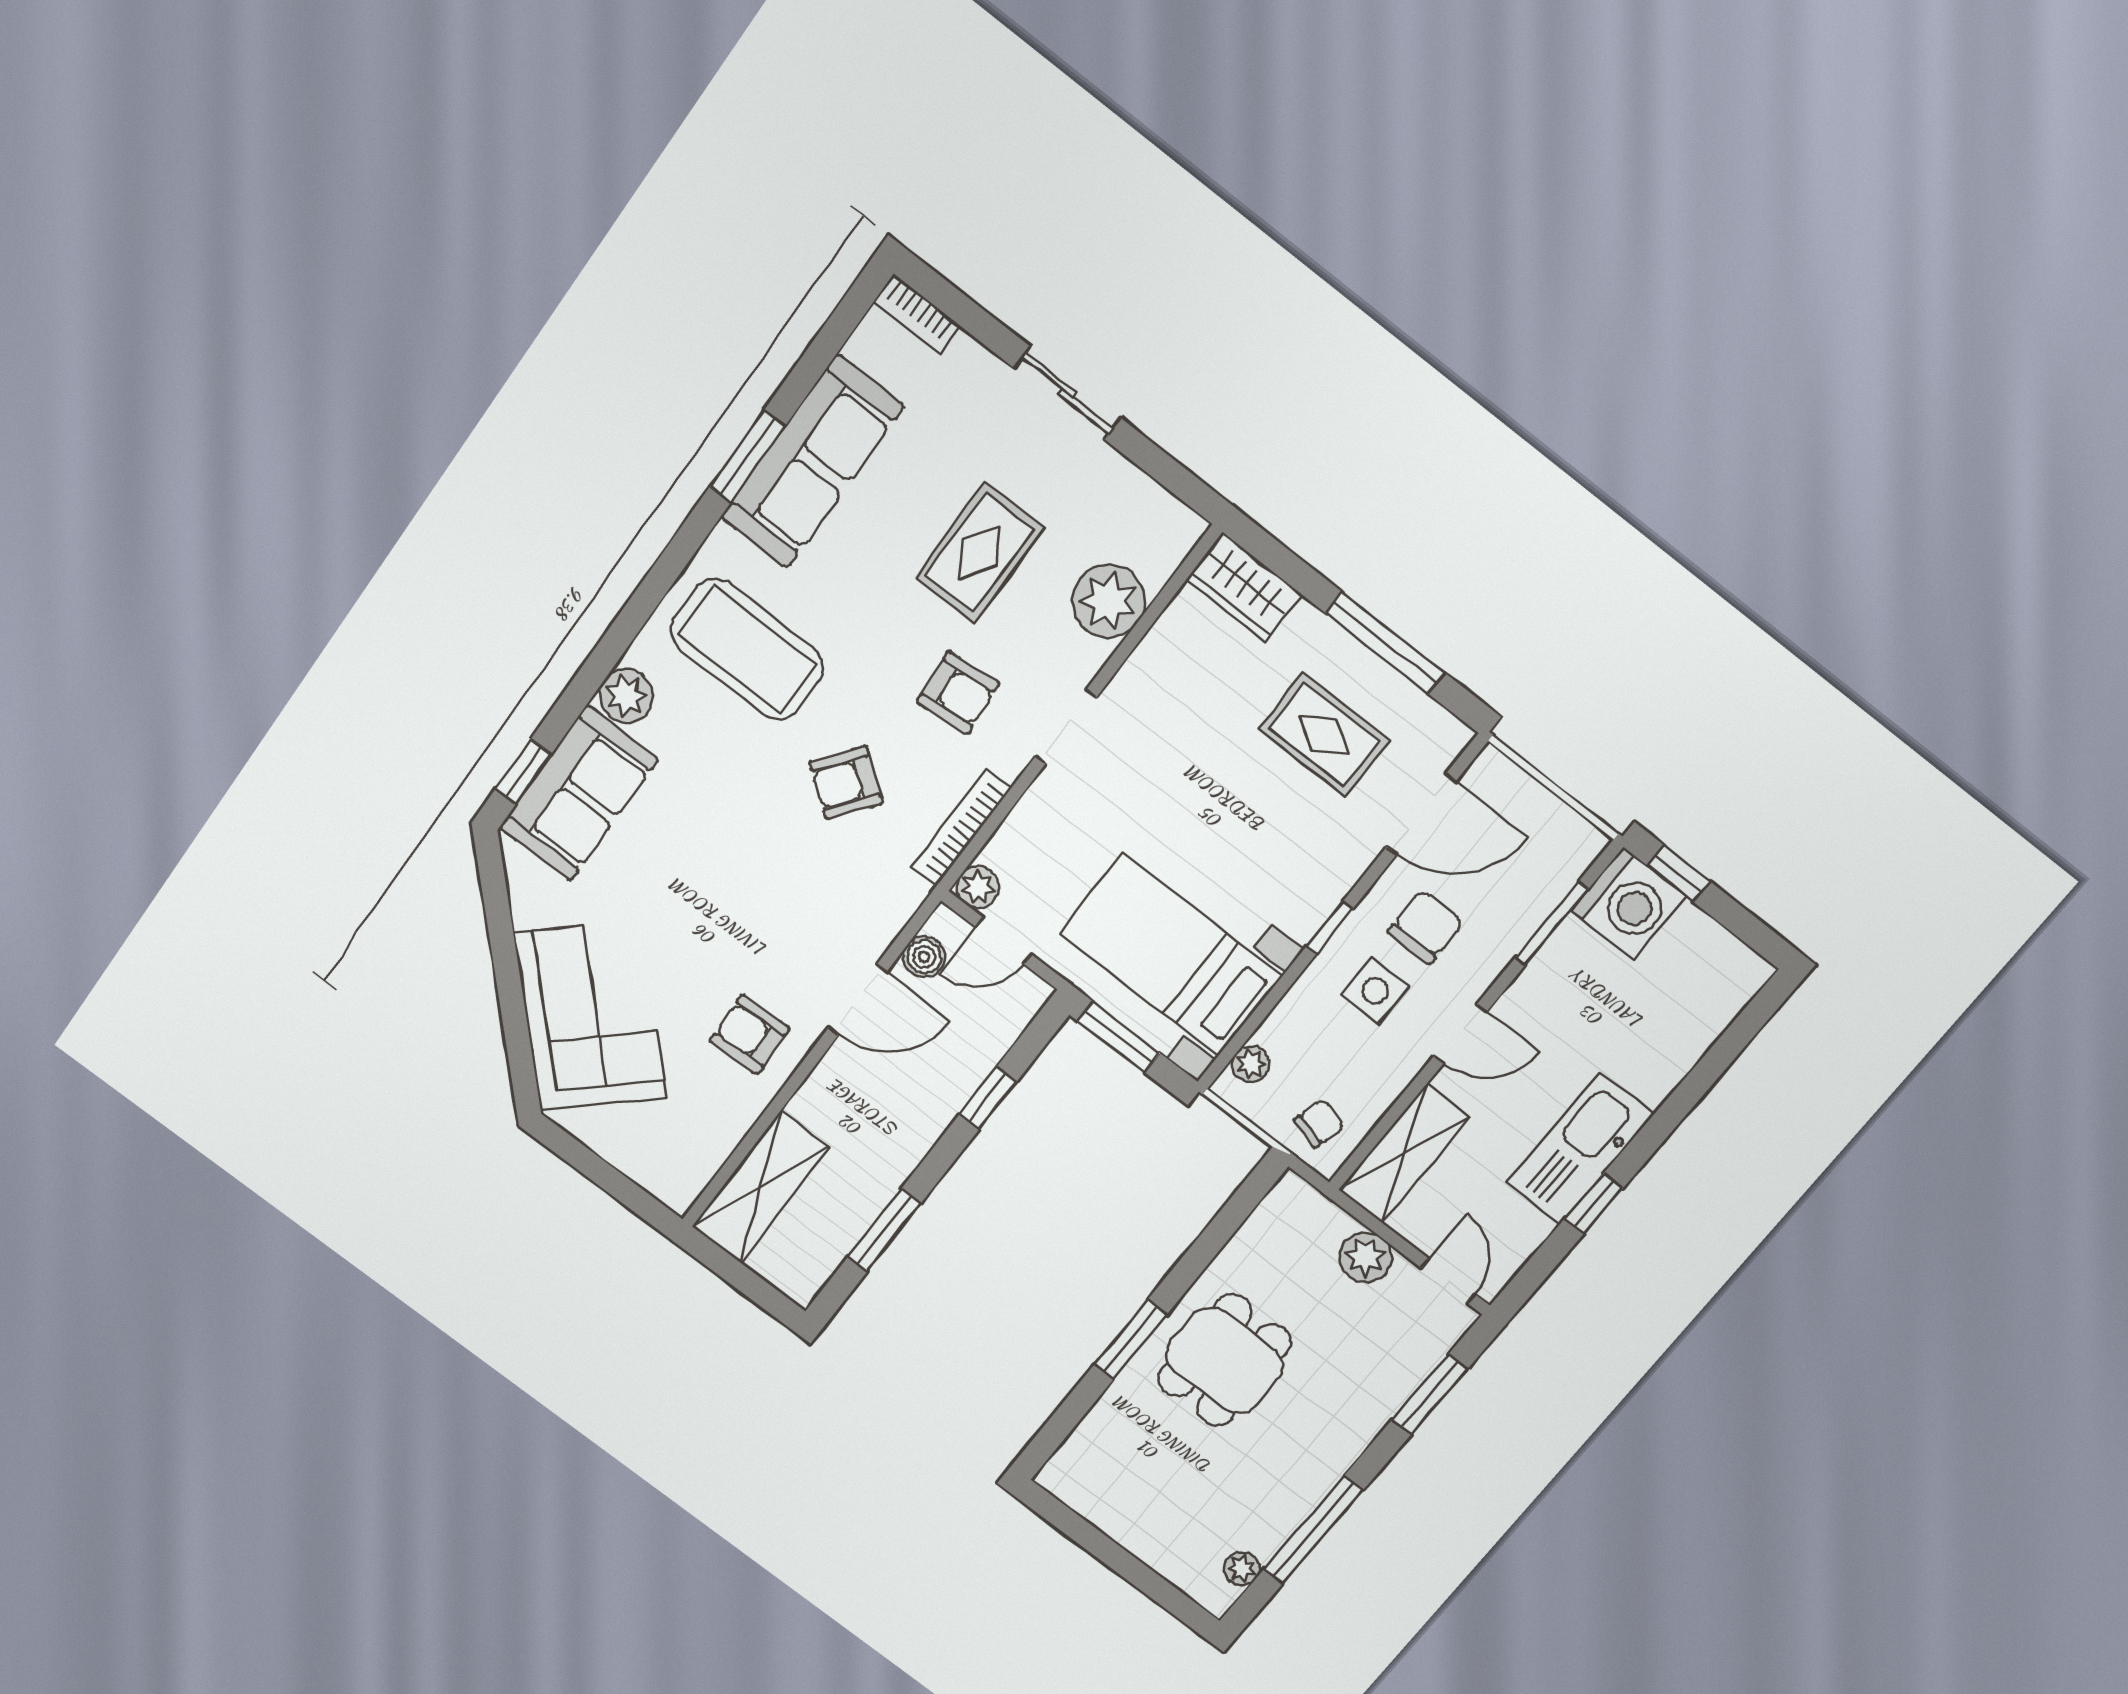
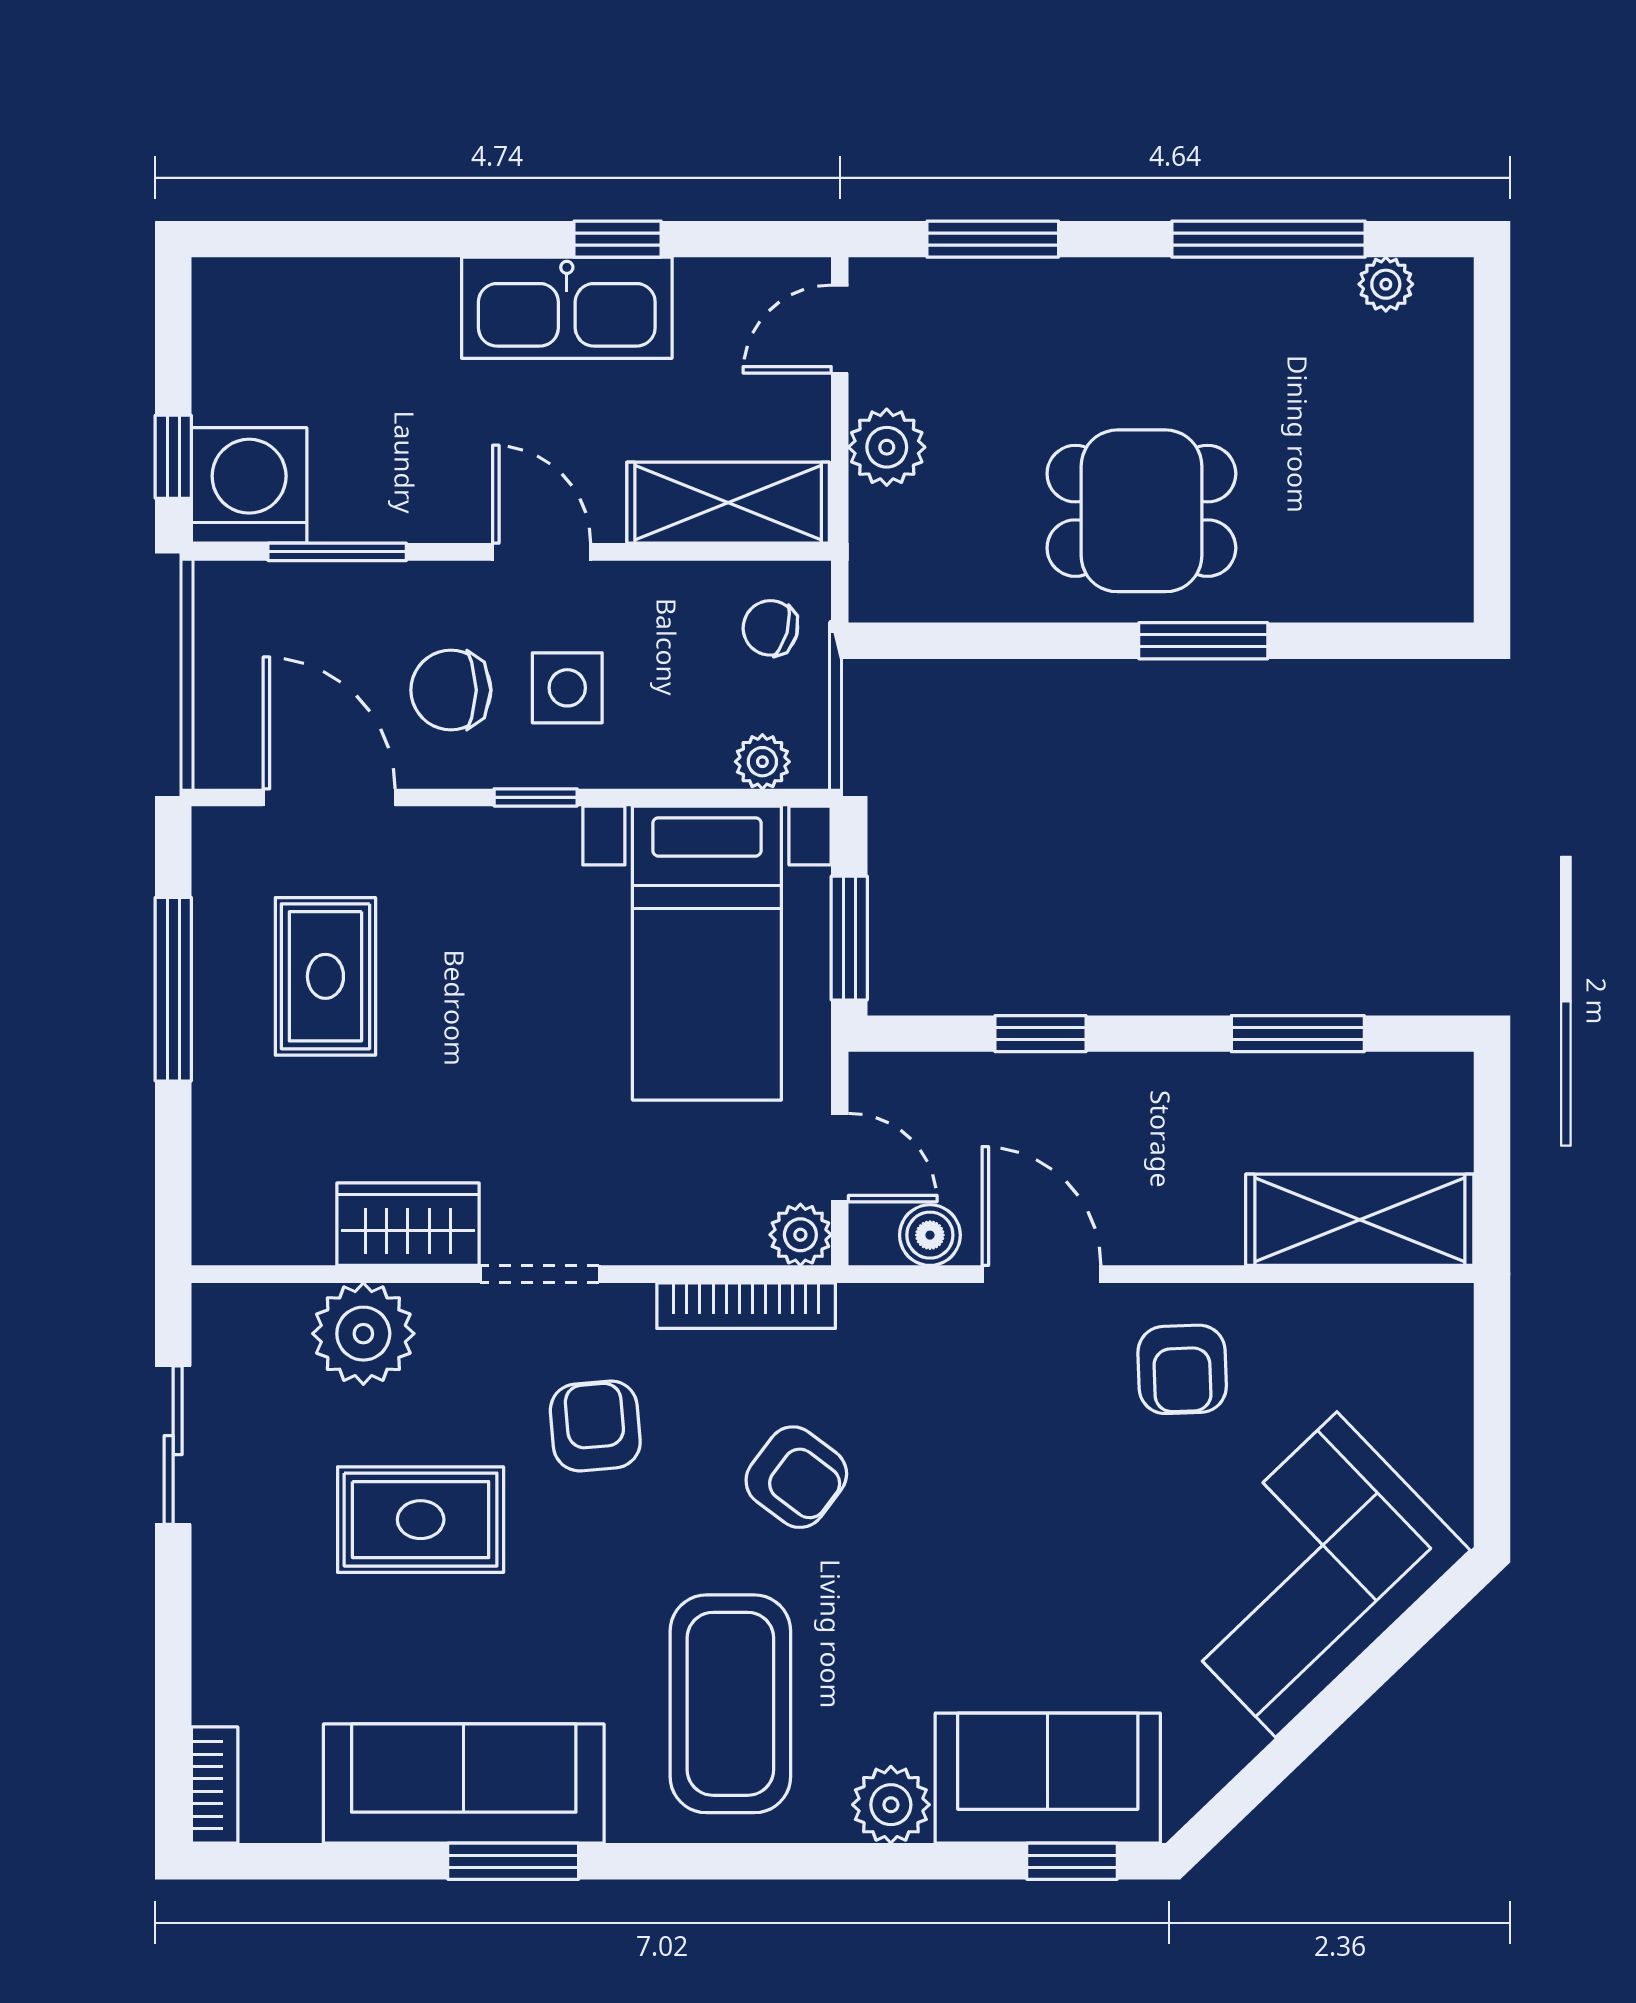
sliding door: (1067, 393) -> (173, 1445), moved
wardrobe: (1244, 587) -> (408, 1224), moved, turned -90

